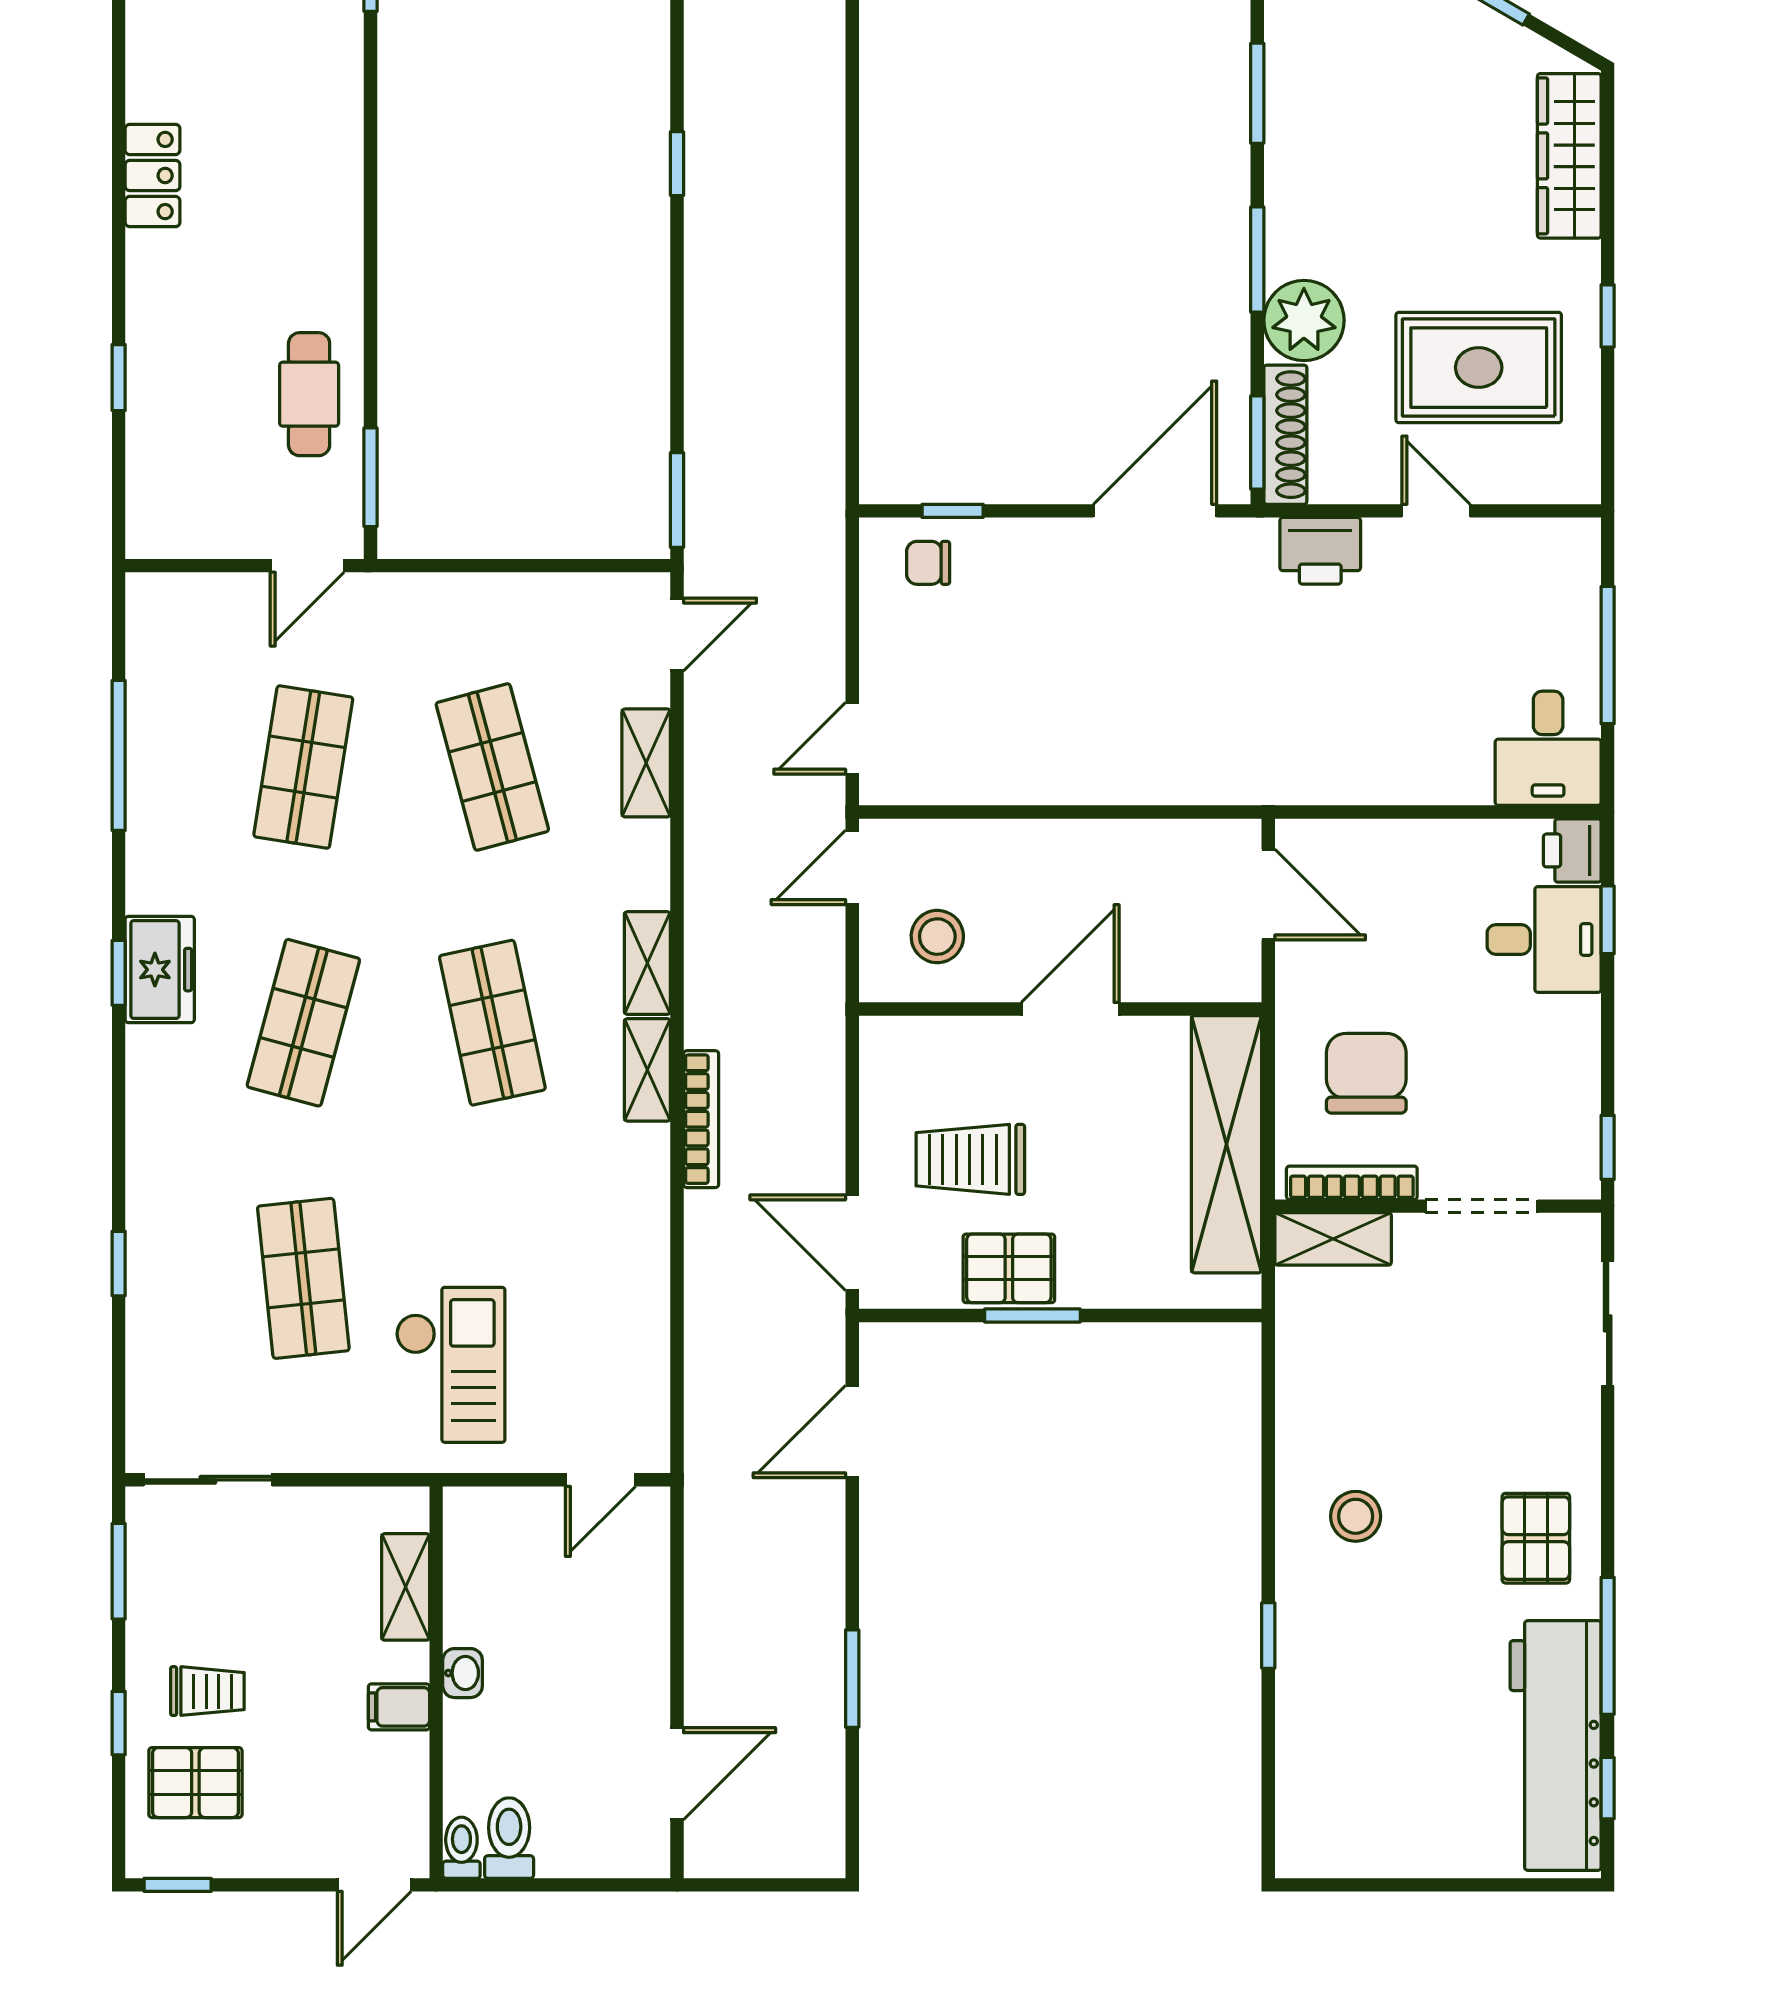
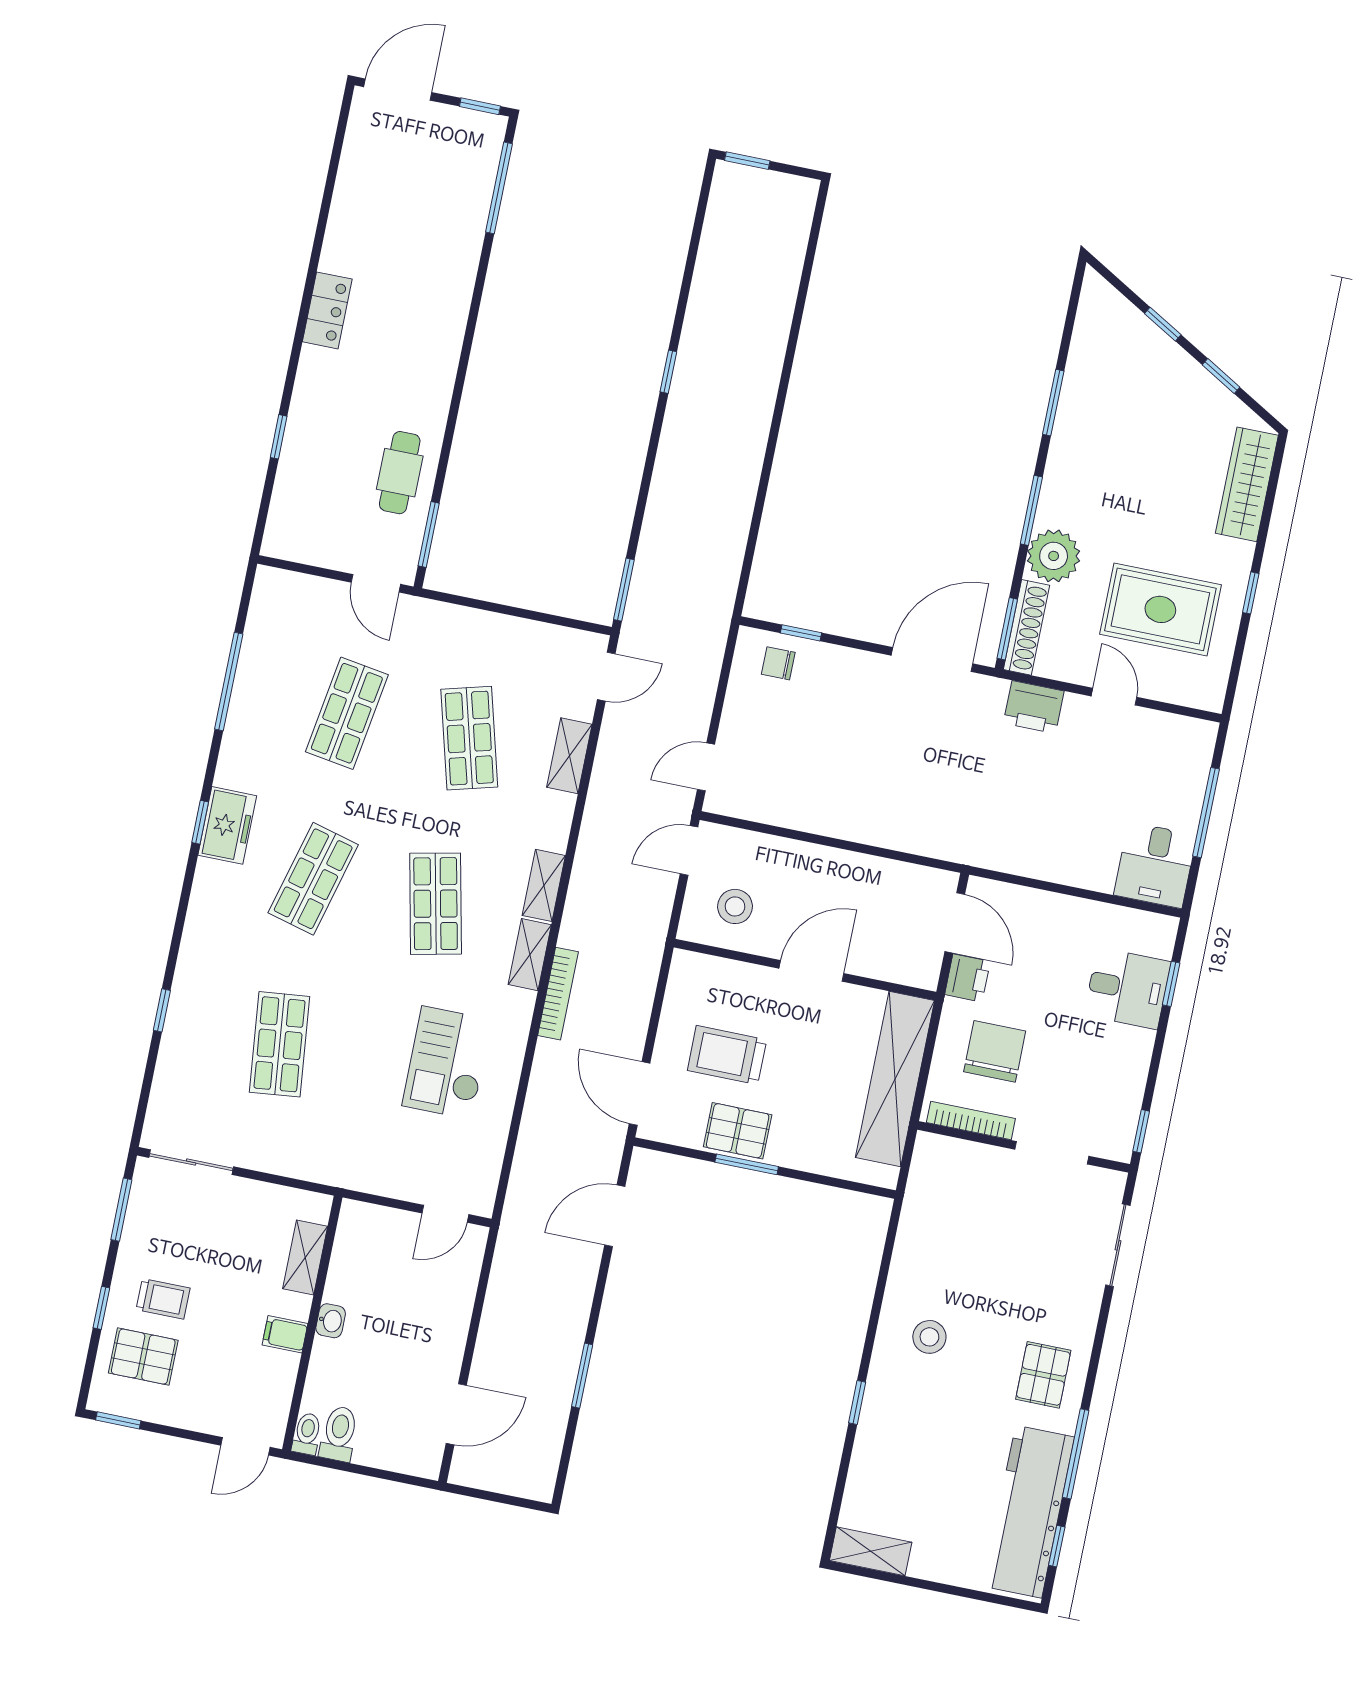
door: (307, 566) -> (376, 583), hinge flipped
printer: (1572, 850) -> (967, 978), moved, turned 180
shelving: (1333, 1239) -> (871, 1551), moved
checkout: (451, 1365) -> (447, 1063), moved, turned 180

